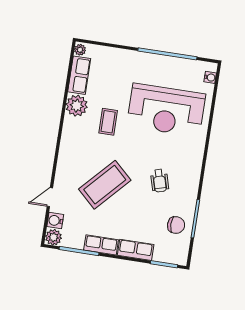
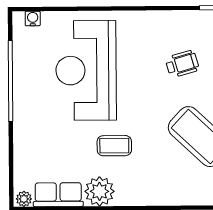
reception desk: (166, 110) -> (86, 70), turned 180

